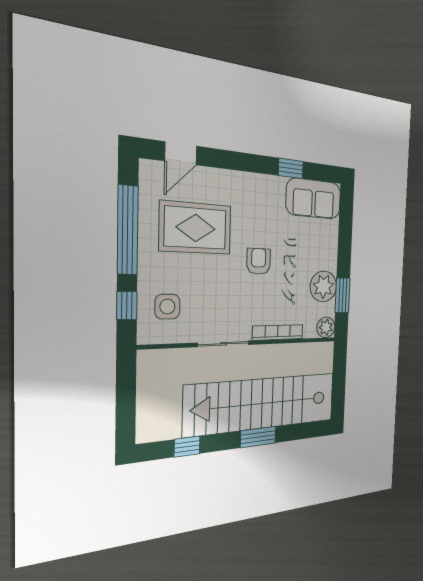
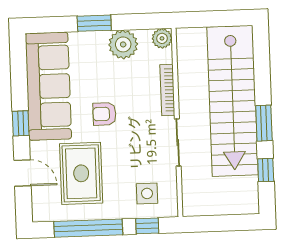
door: (181, 153) -> (22, 173), moved
window: (291, 168) -> (21, 123), moved
sofa: (314, 199) -> (48, 86), width x1.85, depth x1.27
window: (343, 295) -> (94, 23), moved
window: (258, 437) -> (264, 123), moved

